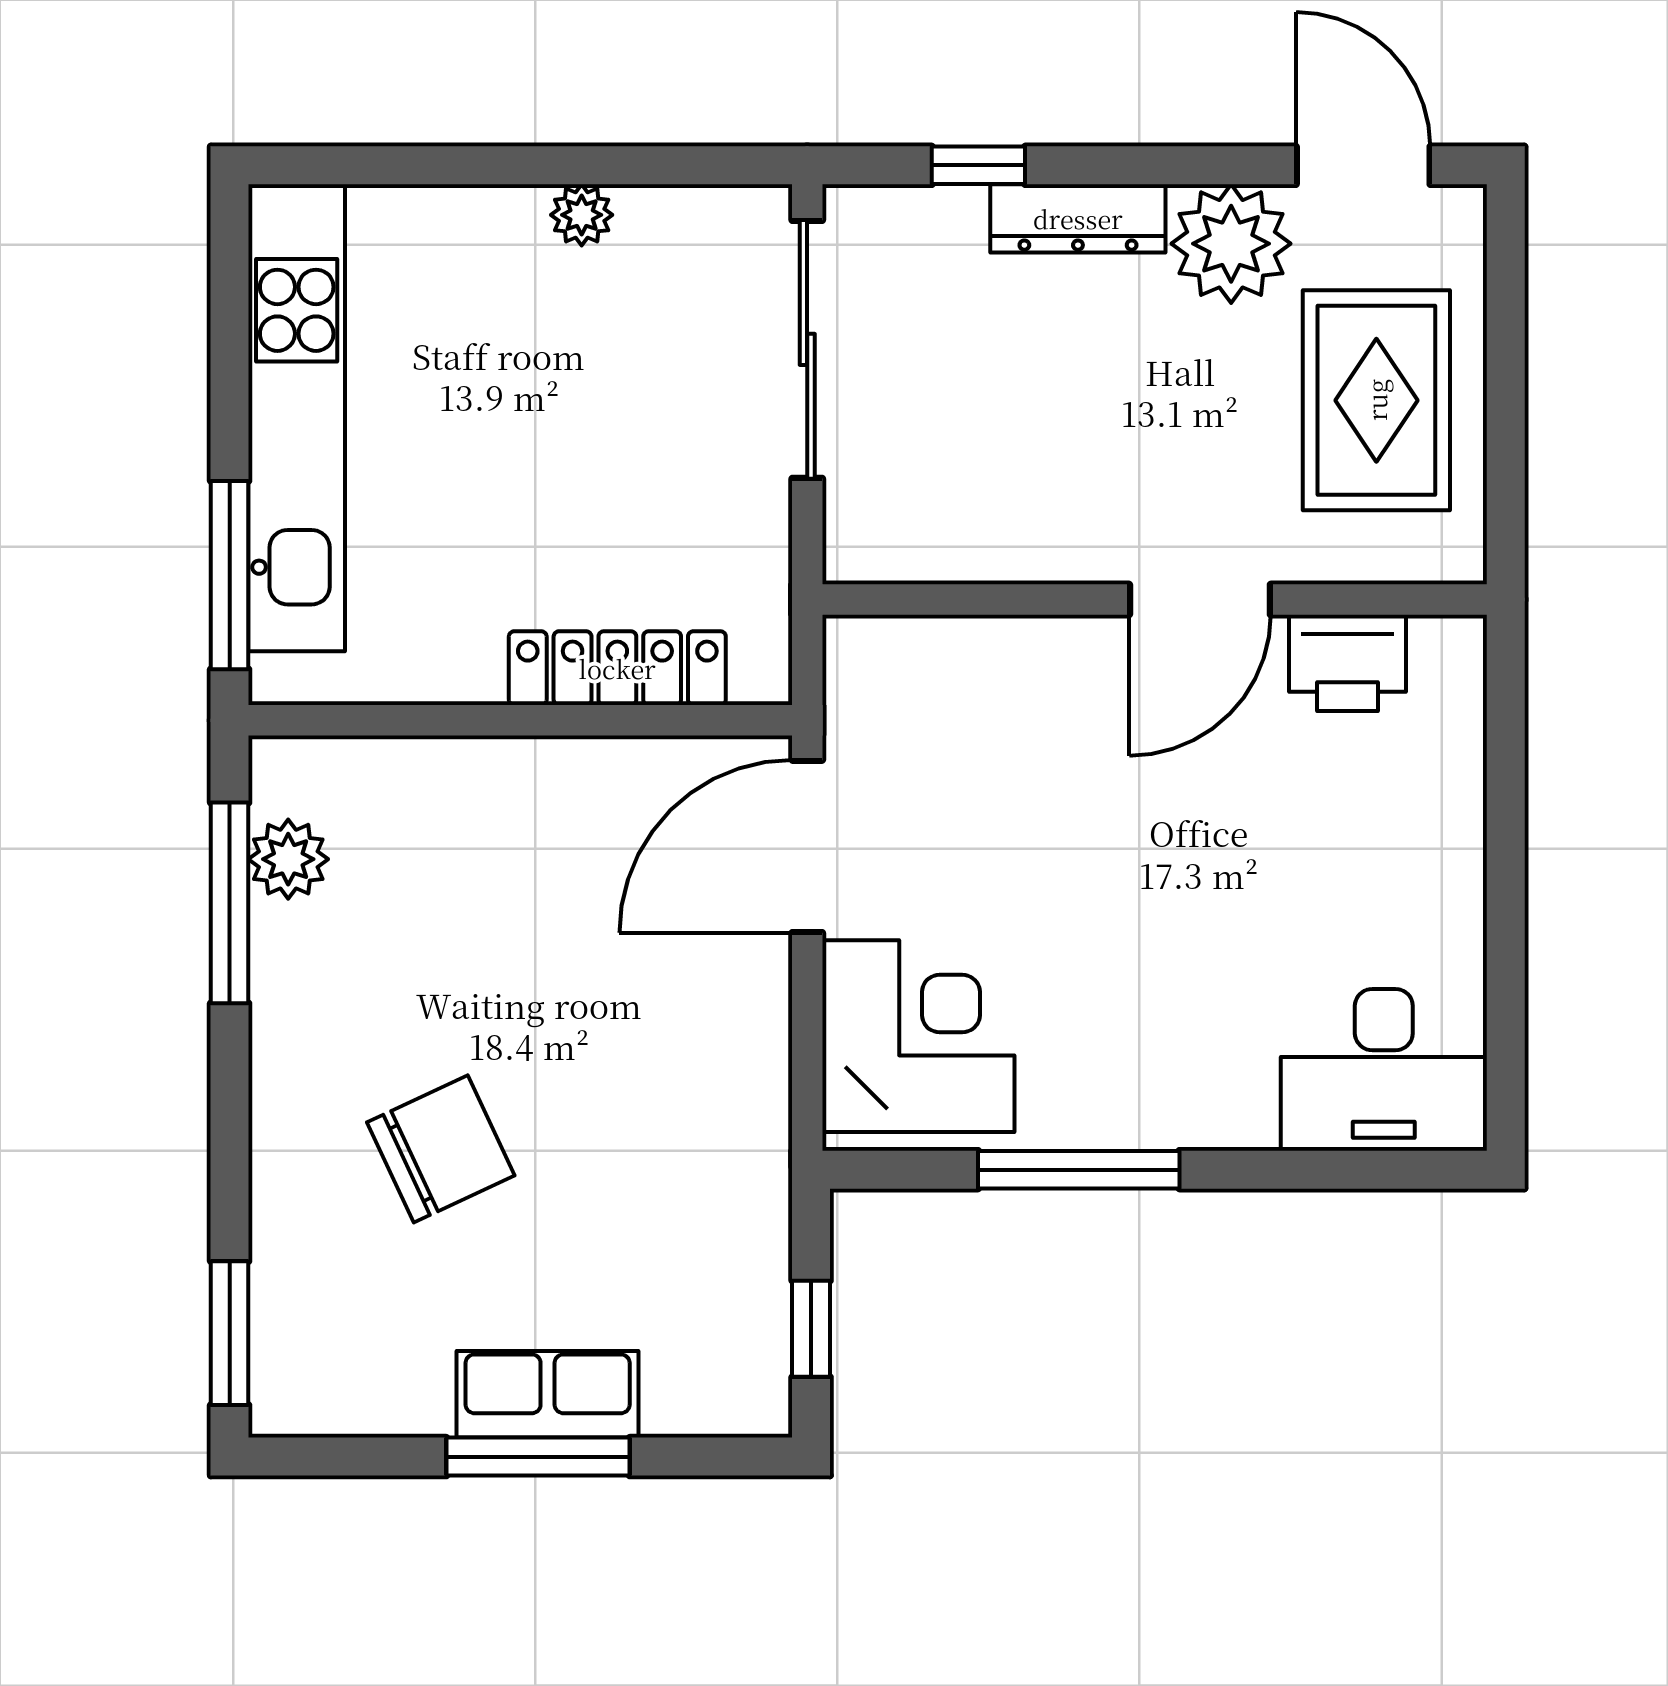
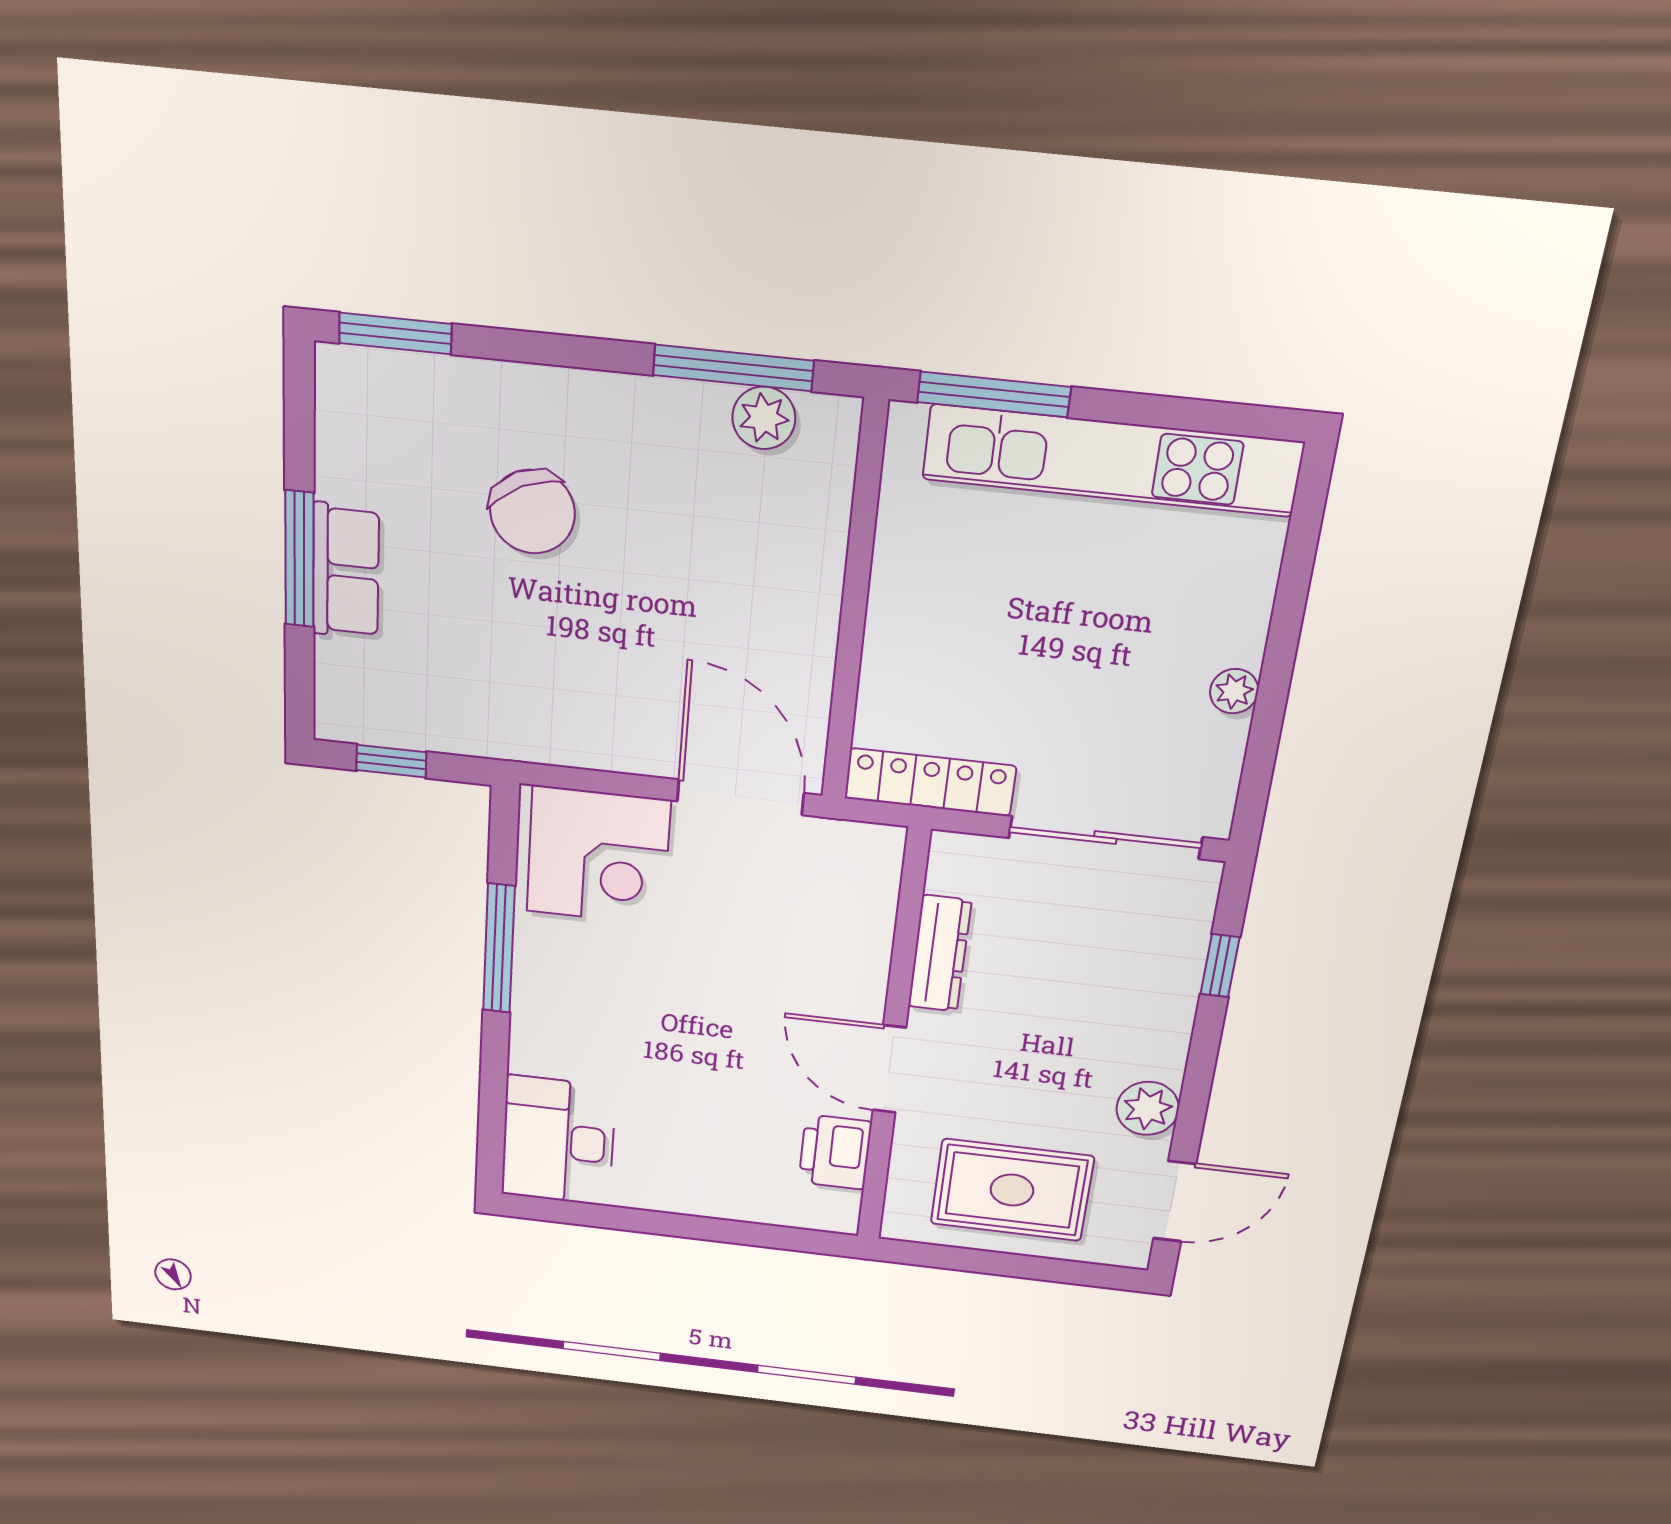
dresser: (1078, 218) -> (940, 954), moved, turned 180
plant: (1231, 244) -> (1148, 1108), width x0.73, depth x0.73
locker: (617, 668) -> (930, 782), moved, turned -90

